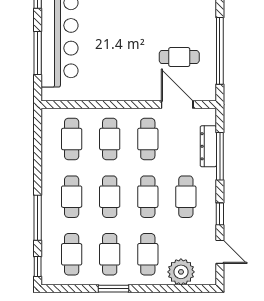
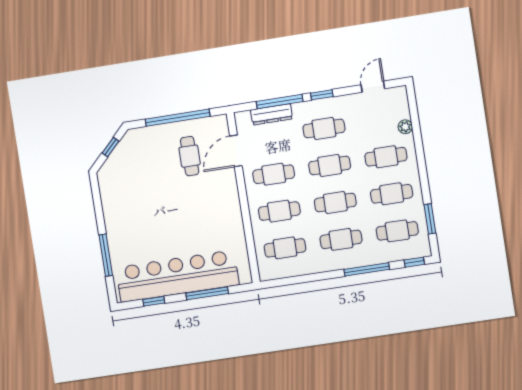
window: (220, 214) -> (322, 95), moved
plant: (181, 272) -> (405, 127), width x0.53, depth x0.53
window: (113, 289) -> (430, 219), moved

